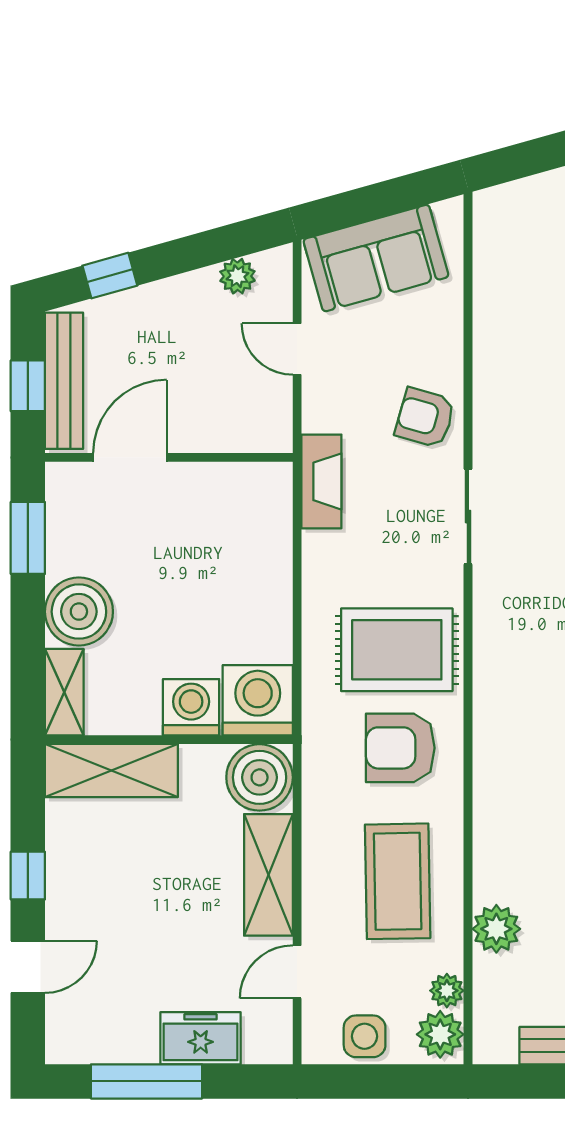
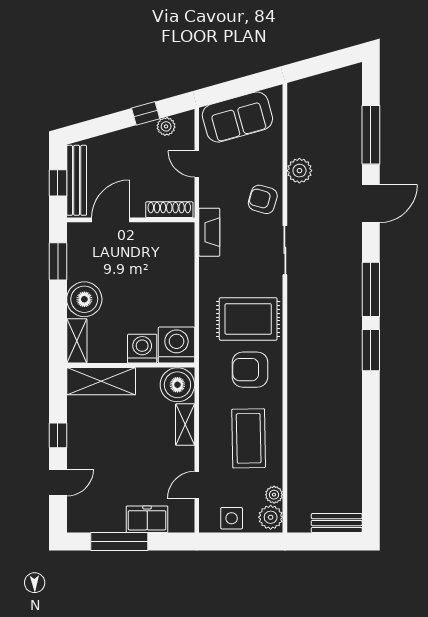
window: (110, 276) -> (146, 113), moved
shoe rack: (244, 438) -> (169, 210), added
shelving: (268, 875) -> (185, 425), width x0.67, depth x0.75
plant: (496, 929) -> (299, 171), moved

